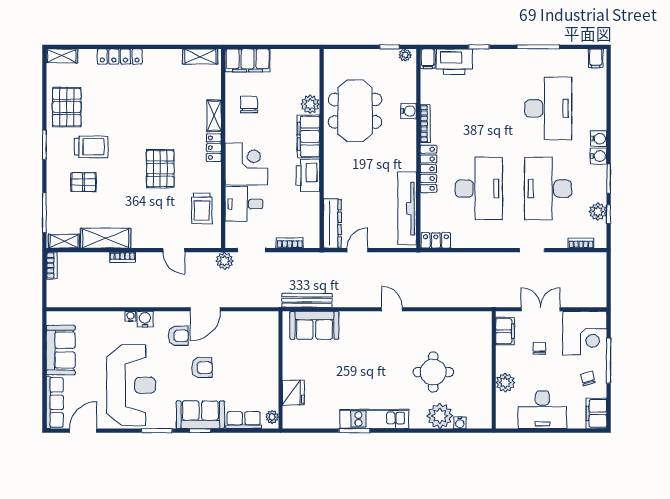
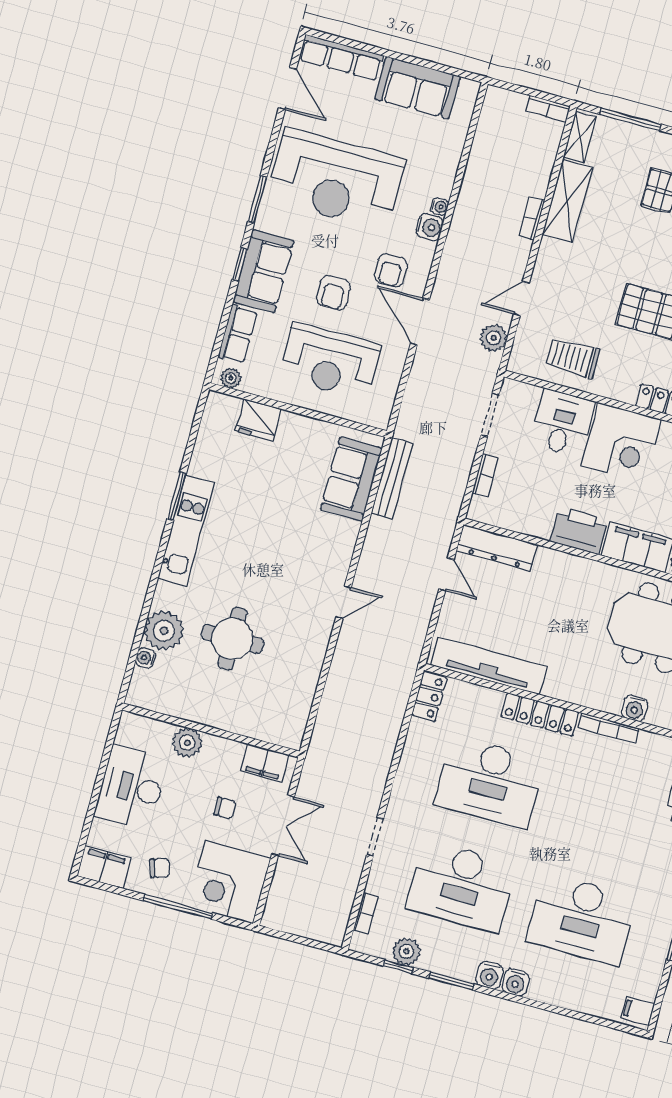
desk: (548, 189) -> (461, 886), turned 180
plant: (225, 261) -> (494, 338), moved
reception desk: (245, 358) -> (330, 361), added

